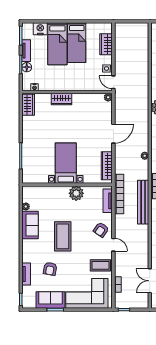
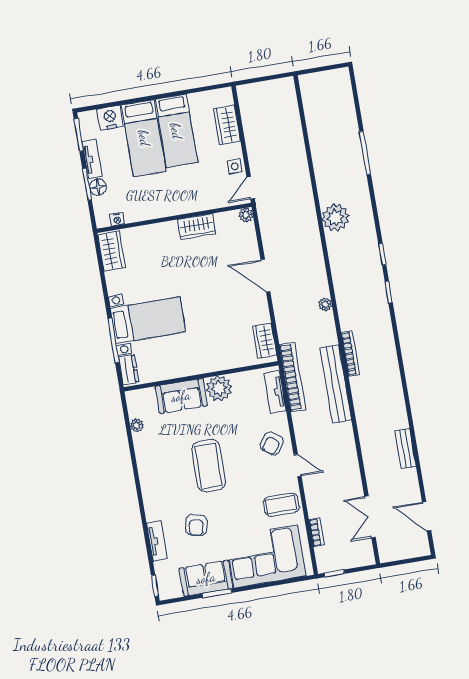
door: (113, 82) -> (251, 188), hinge flipped
wardrobe: (62, 99) -> (197, 227), moved
door: (113, 134) -> (265, 276), swing flipped
bed with nightstands: (66, 163) -> (148, 320), moved, turned 90
wardrobe: (107, 166) -> (265, 341), width x0.67
dresser: (27, 174) -> (129, 370), added
sofa: (30, 225) -> (181, 396), moved, turned 90

